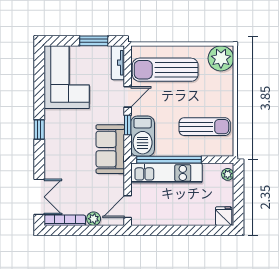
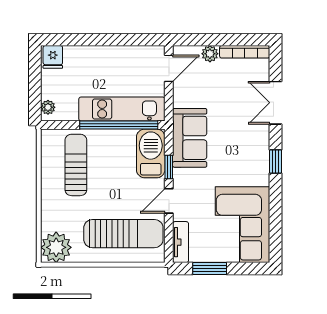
sun lounger: (205, 127) -> (76, 165), turned 90
double door: (39, 197) -> (275, 103), moved

